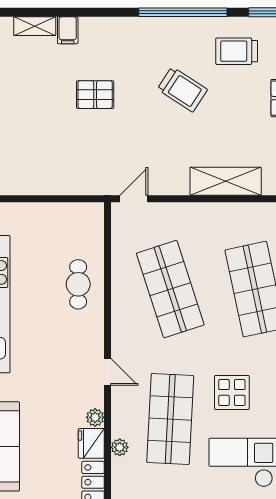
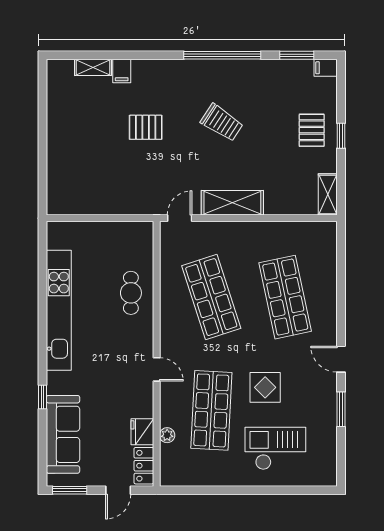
trolley: (237, 51) -> (269, 89), removed
shelving: (226, 181) -> (232, 203), moved
plant: (95, 417) -> (146, 409), removed

